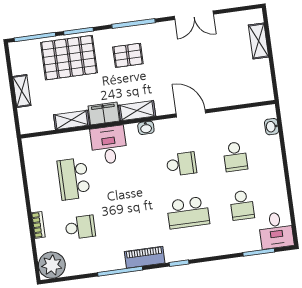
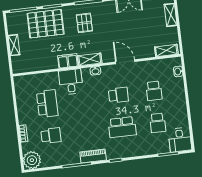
pallet: (128, 55) -> (84, 23), turned 90
shelving: (71, 120) -> (166, 50), moved
school desk: (74, 179) -> (47, 104), turned 180

